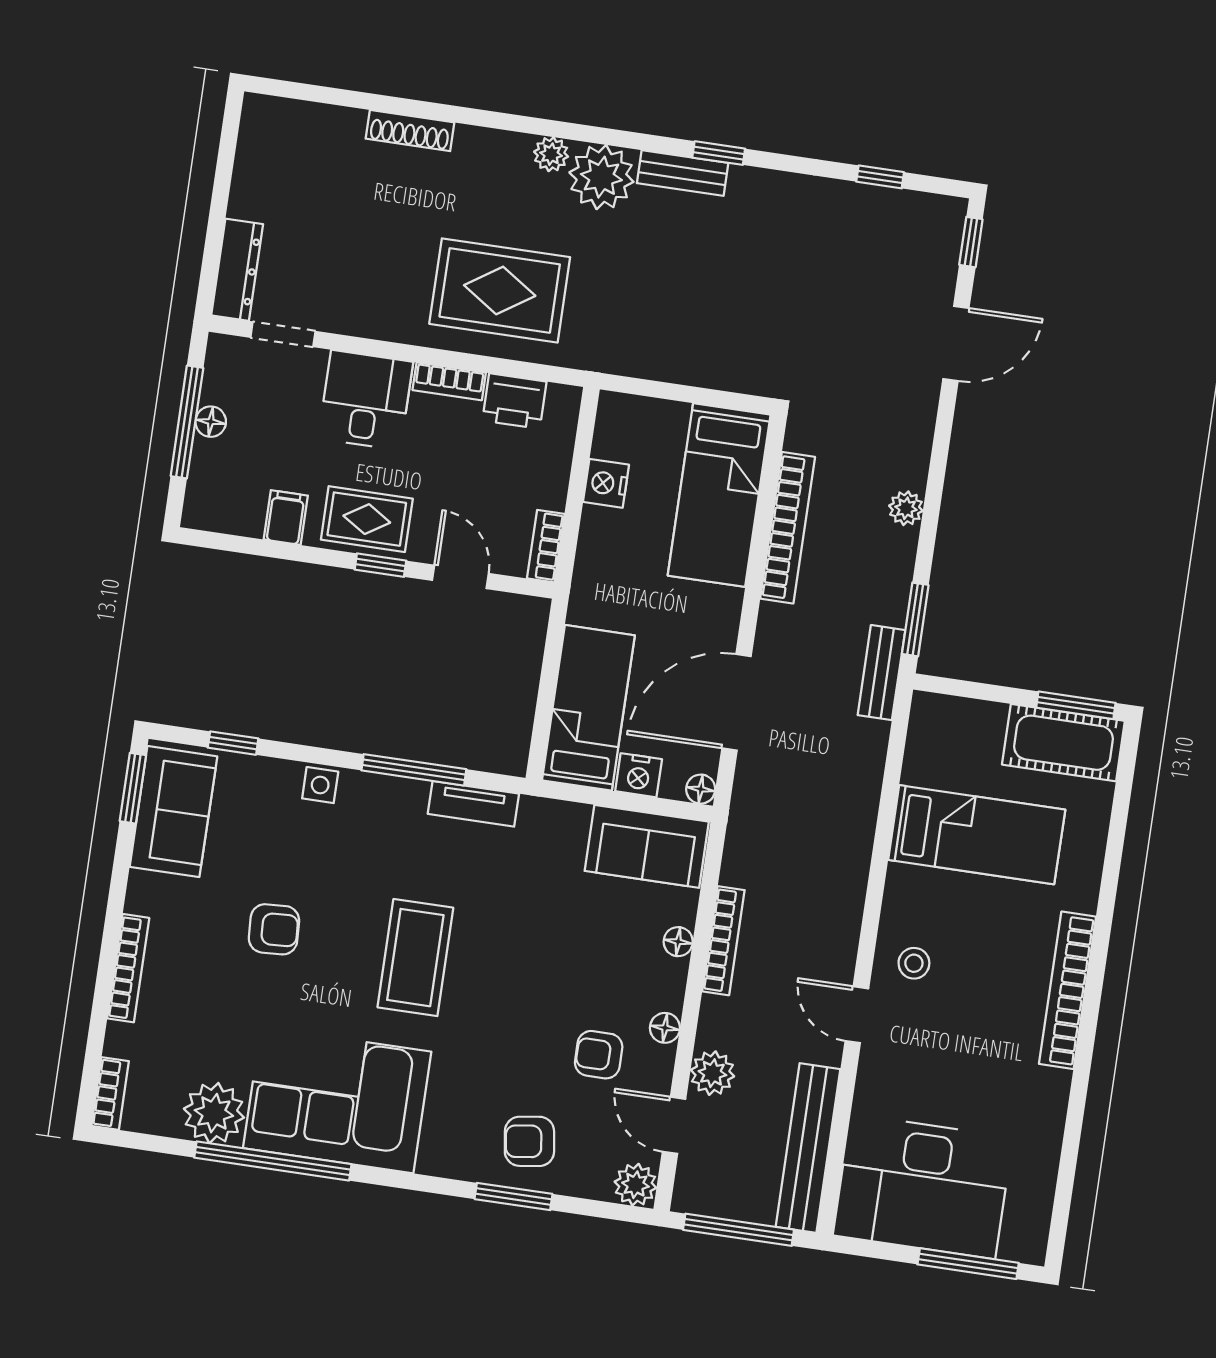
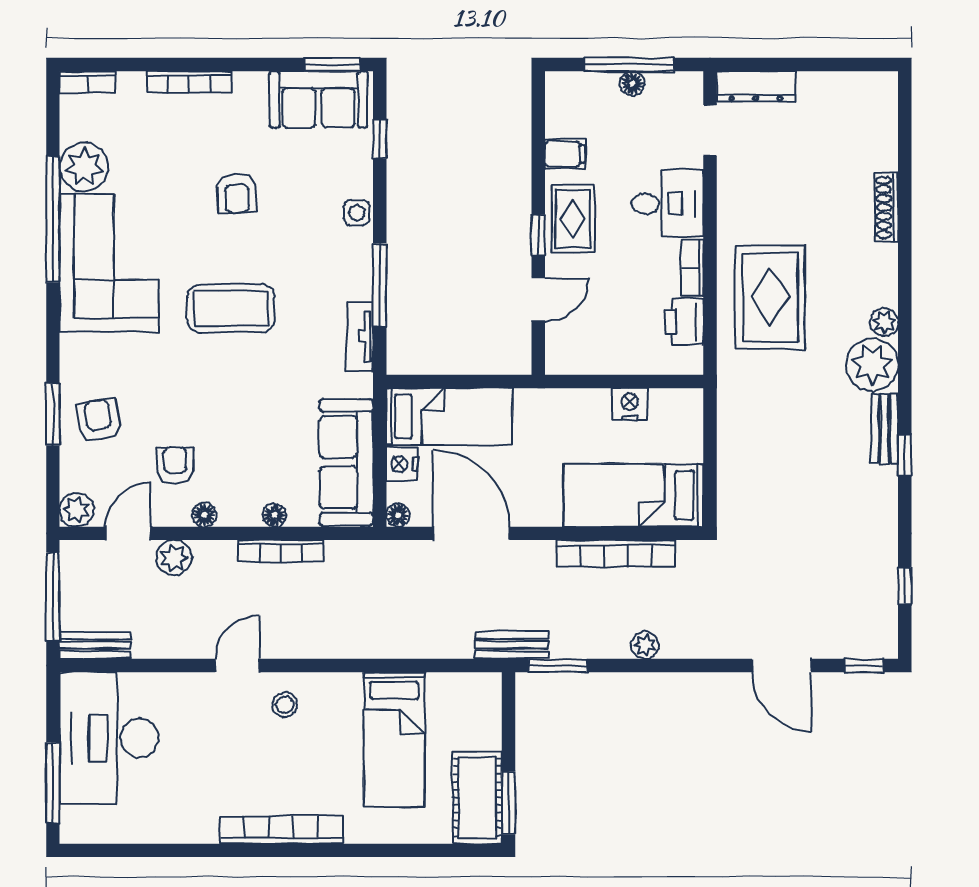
bookcase: (546, 546) -> (573, 364), removed
sofa: (647, 846) -> (346, 462), width x1.36
bench: (808, 1148) -> (95, 645), width x0.54, depth x0.82

